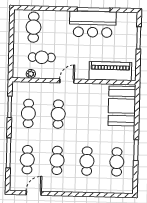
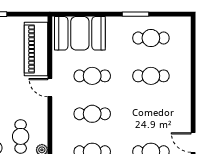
door: (67, 81) -> (50, 88), moved
cafe table: (57, 160) -> (92, 76), moved

